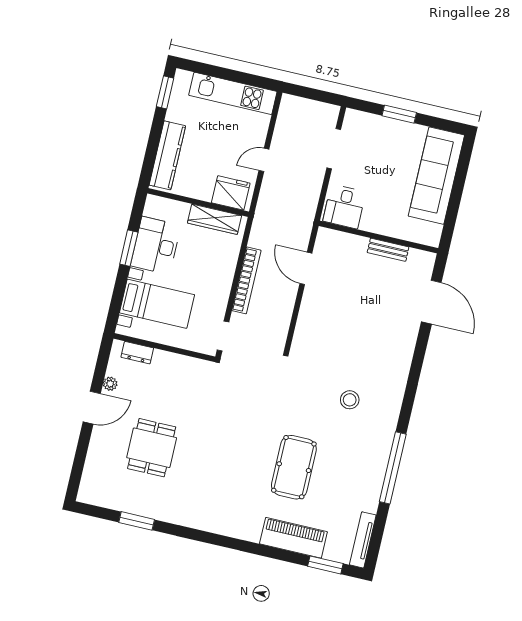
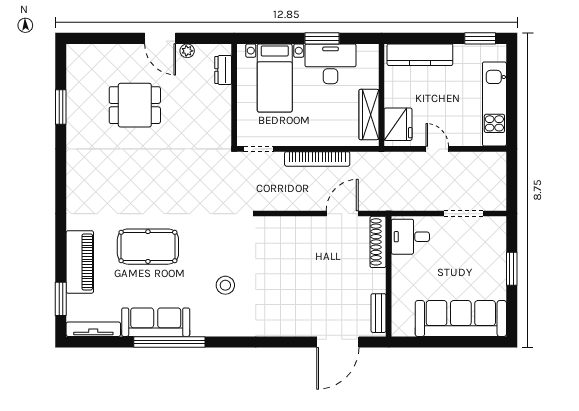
shoe rack: (342, 240) -> (378, 242), added
bench: (388, 250) -> (379, 313), moved
sofa: (370, 477) -> (156, 322), added

